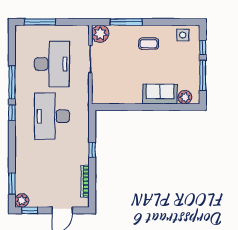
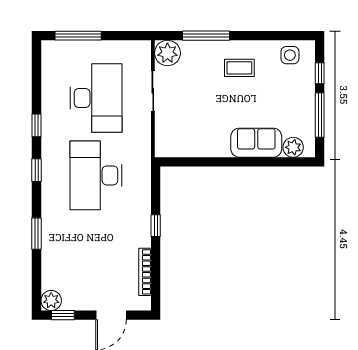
window: (12, 82) -> (37, 125), width x0.46
window: (12, 184) -> (37, 234), moved

